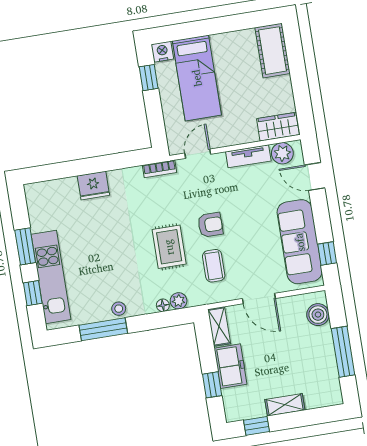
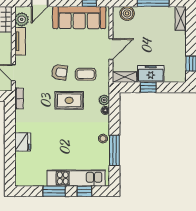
armchair: (210, 225) -> (59, 72), turned 98
window: (212, 385) -> (148, 87), moved
shelving: (285, 405) -> (181, 18), moved

